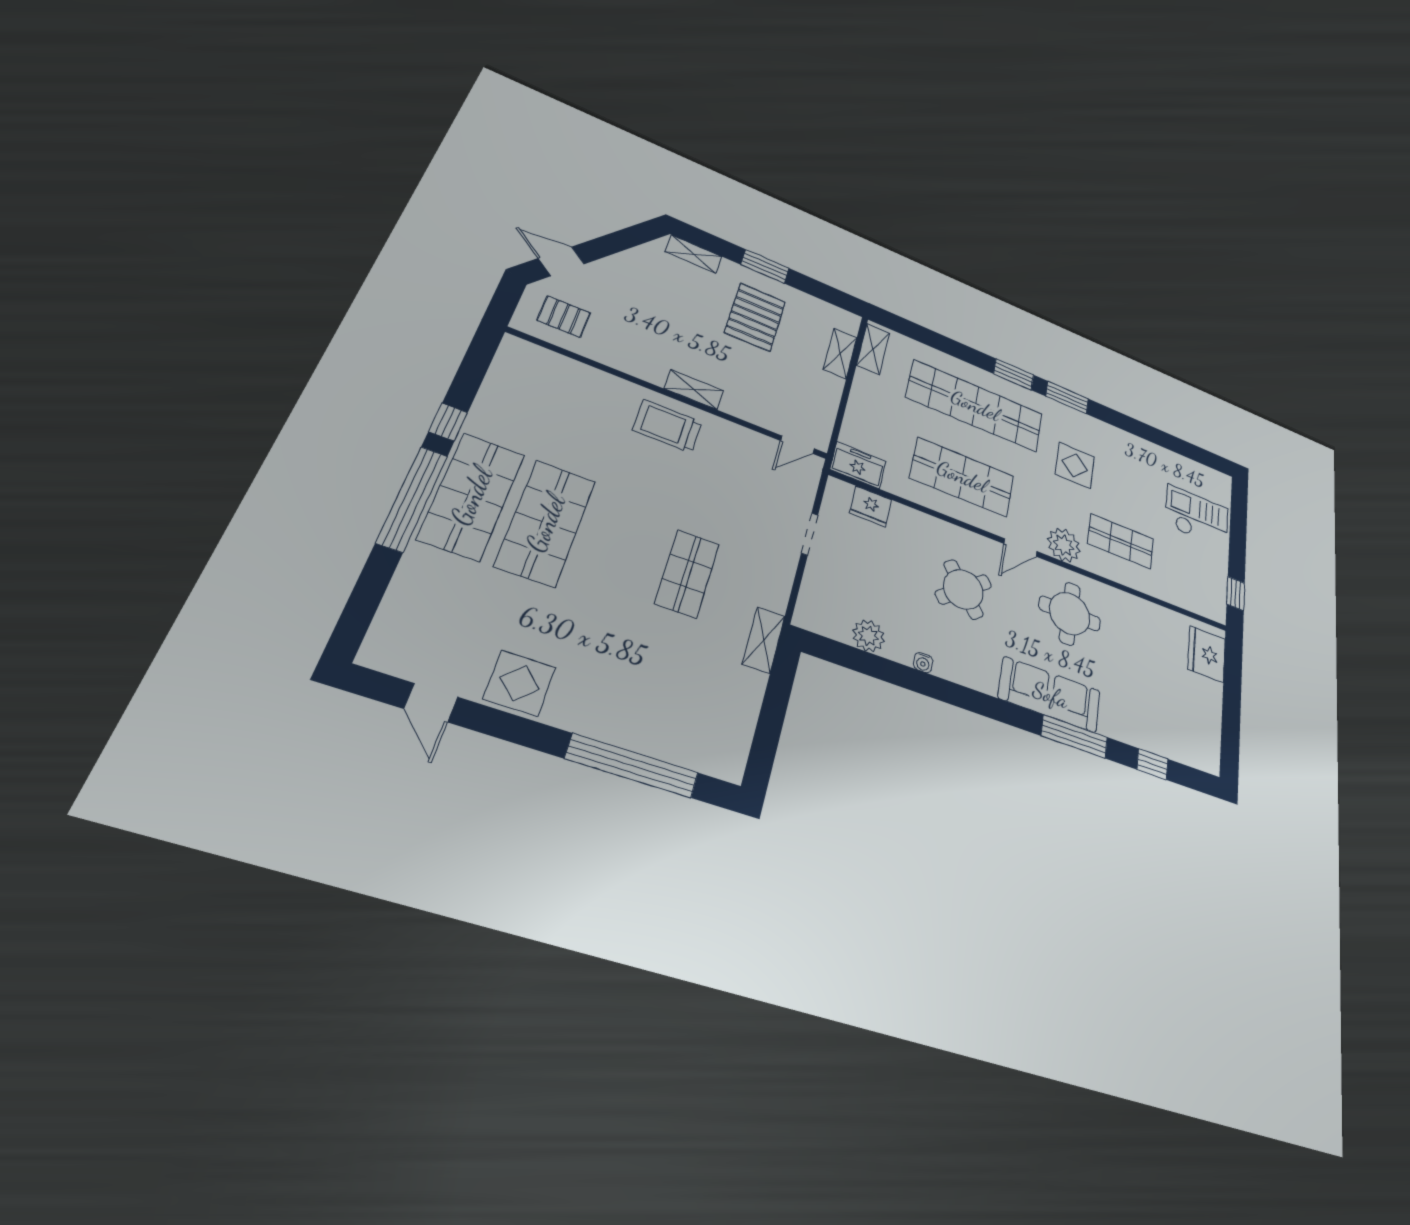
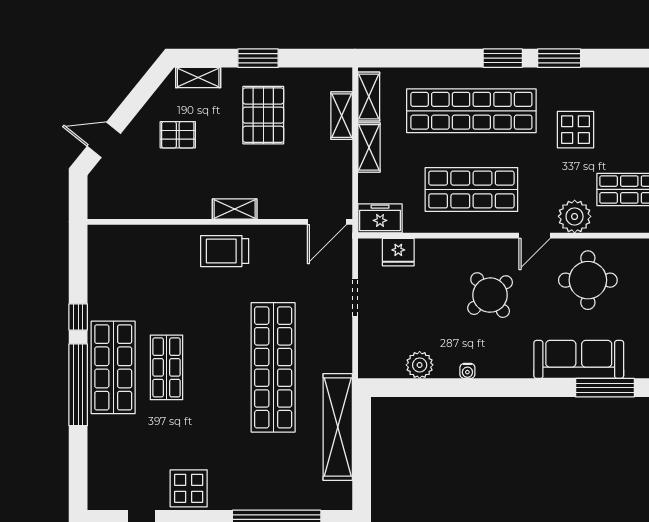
pallet: (564, 317) -> (178, 135), moved
shelving: (862, 394) -> (369, 147), added
door: (797, 445) -> (327, 222), width x1.38
shop shelf: (546, 523) -> (167, 367), width x0.70, depth x0.74
shop shelf: (687, 574) -> (273, 367), width x2.00, depth x1.36
shelving: (764, 640) -> (338, 427), width x2.20, depth x1.33

